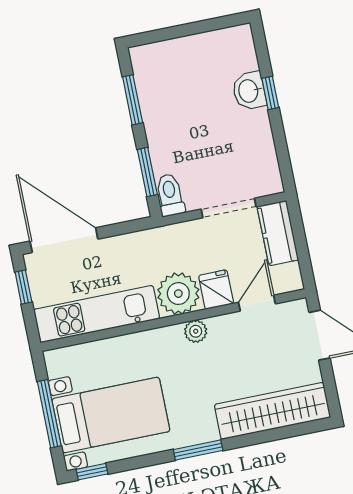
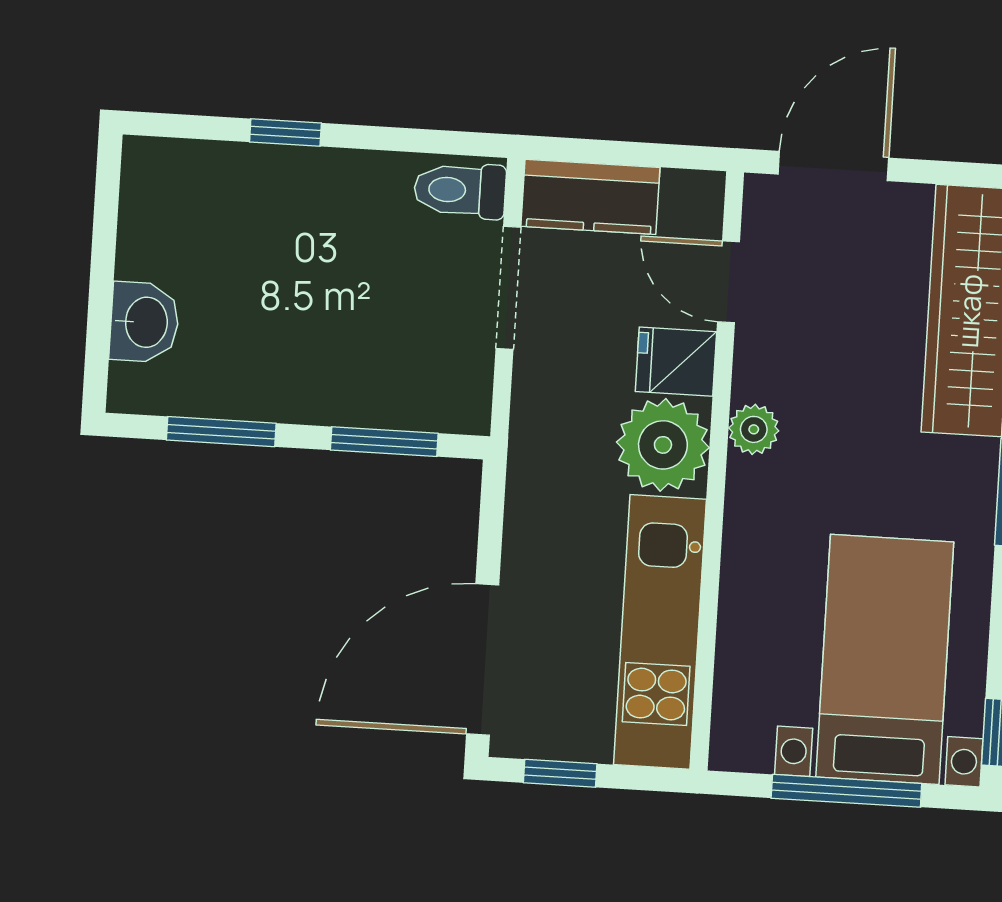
washbasin: (249, 91) -> (144, 322), moved, turned -90
toilet: (170, 195) -> (460, 190), moved

